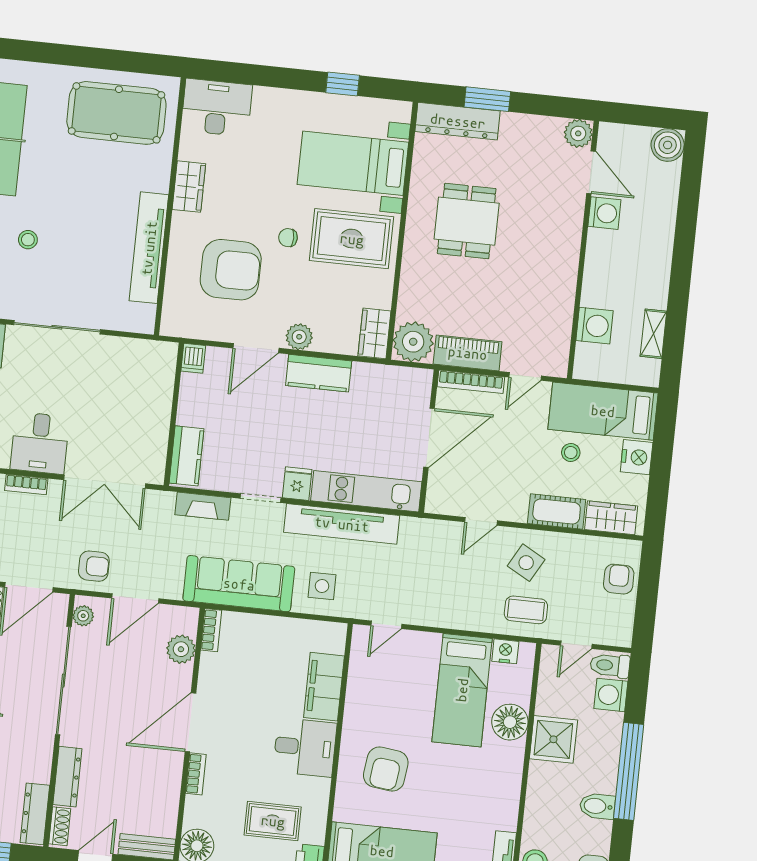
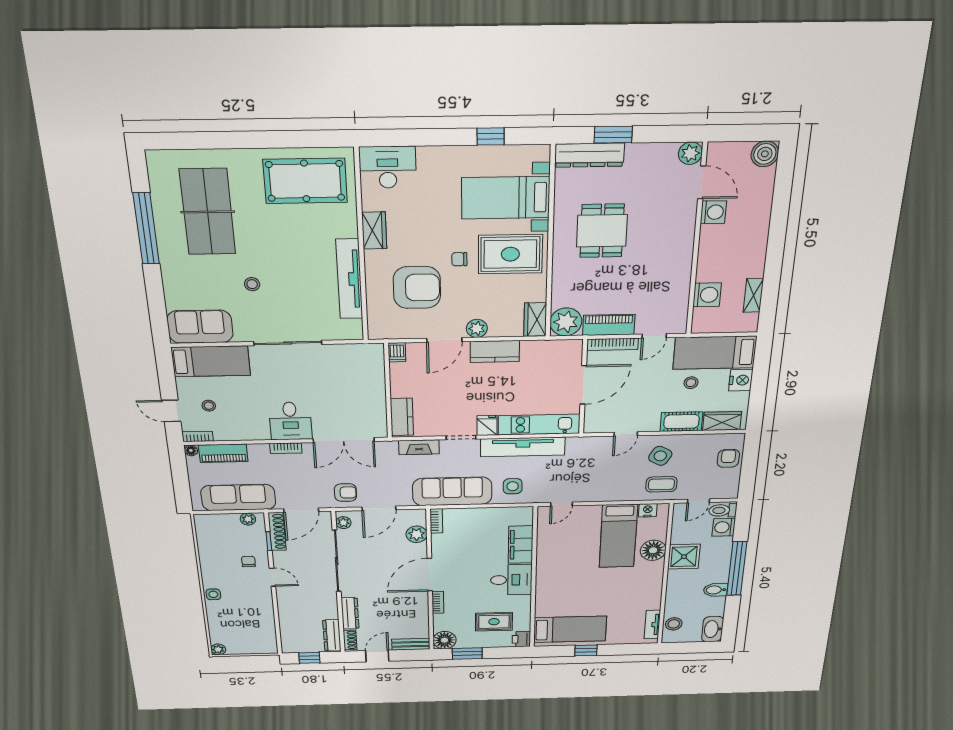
armchair: (386, 769) -> (568, 586), removed

